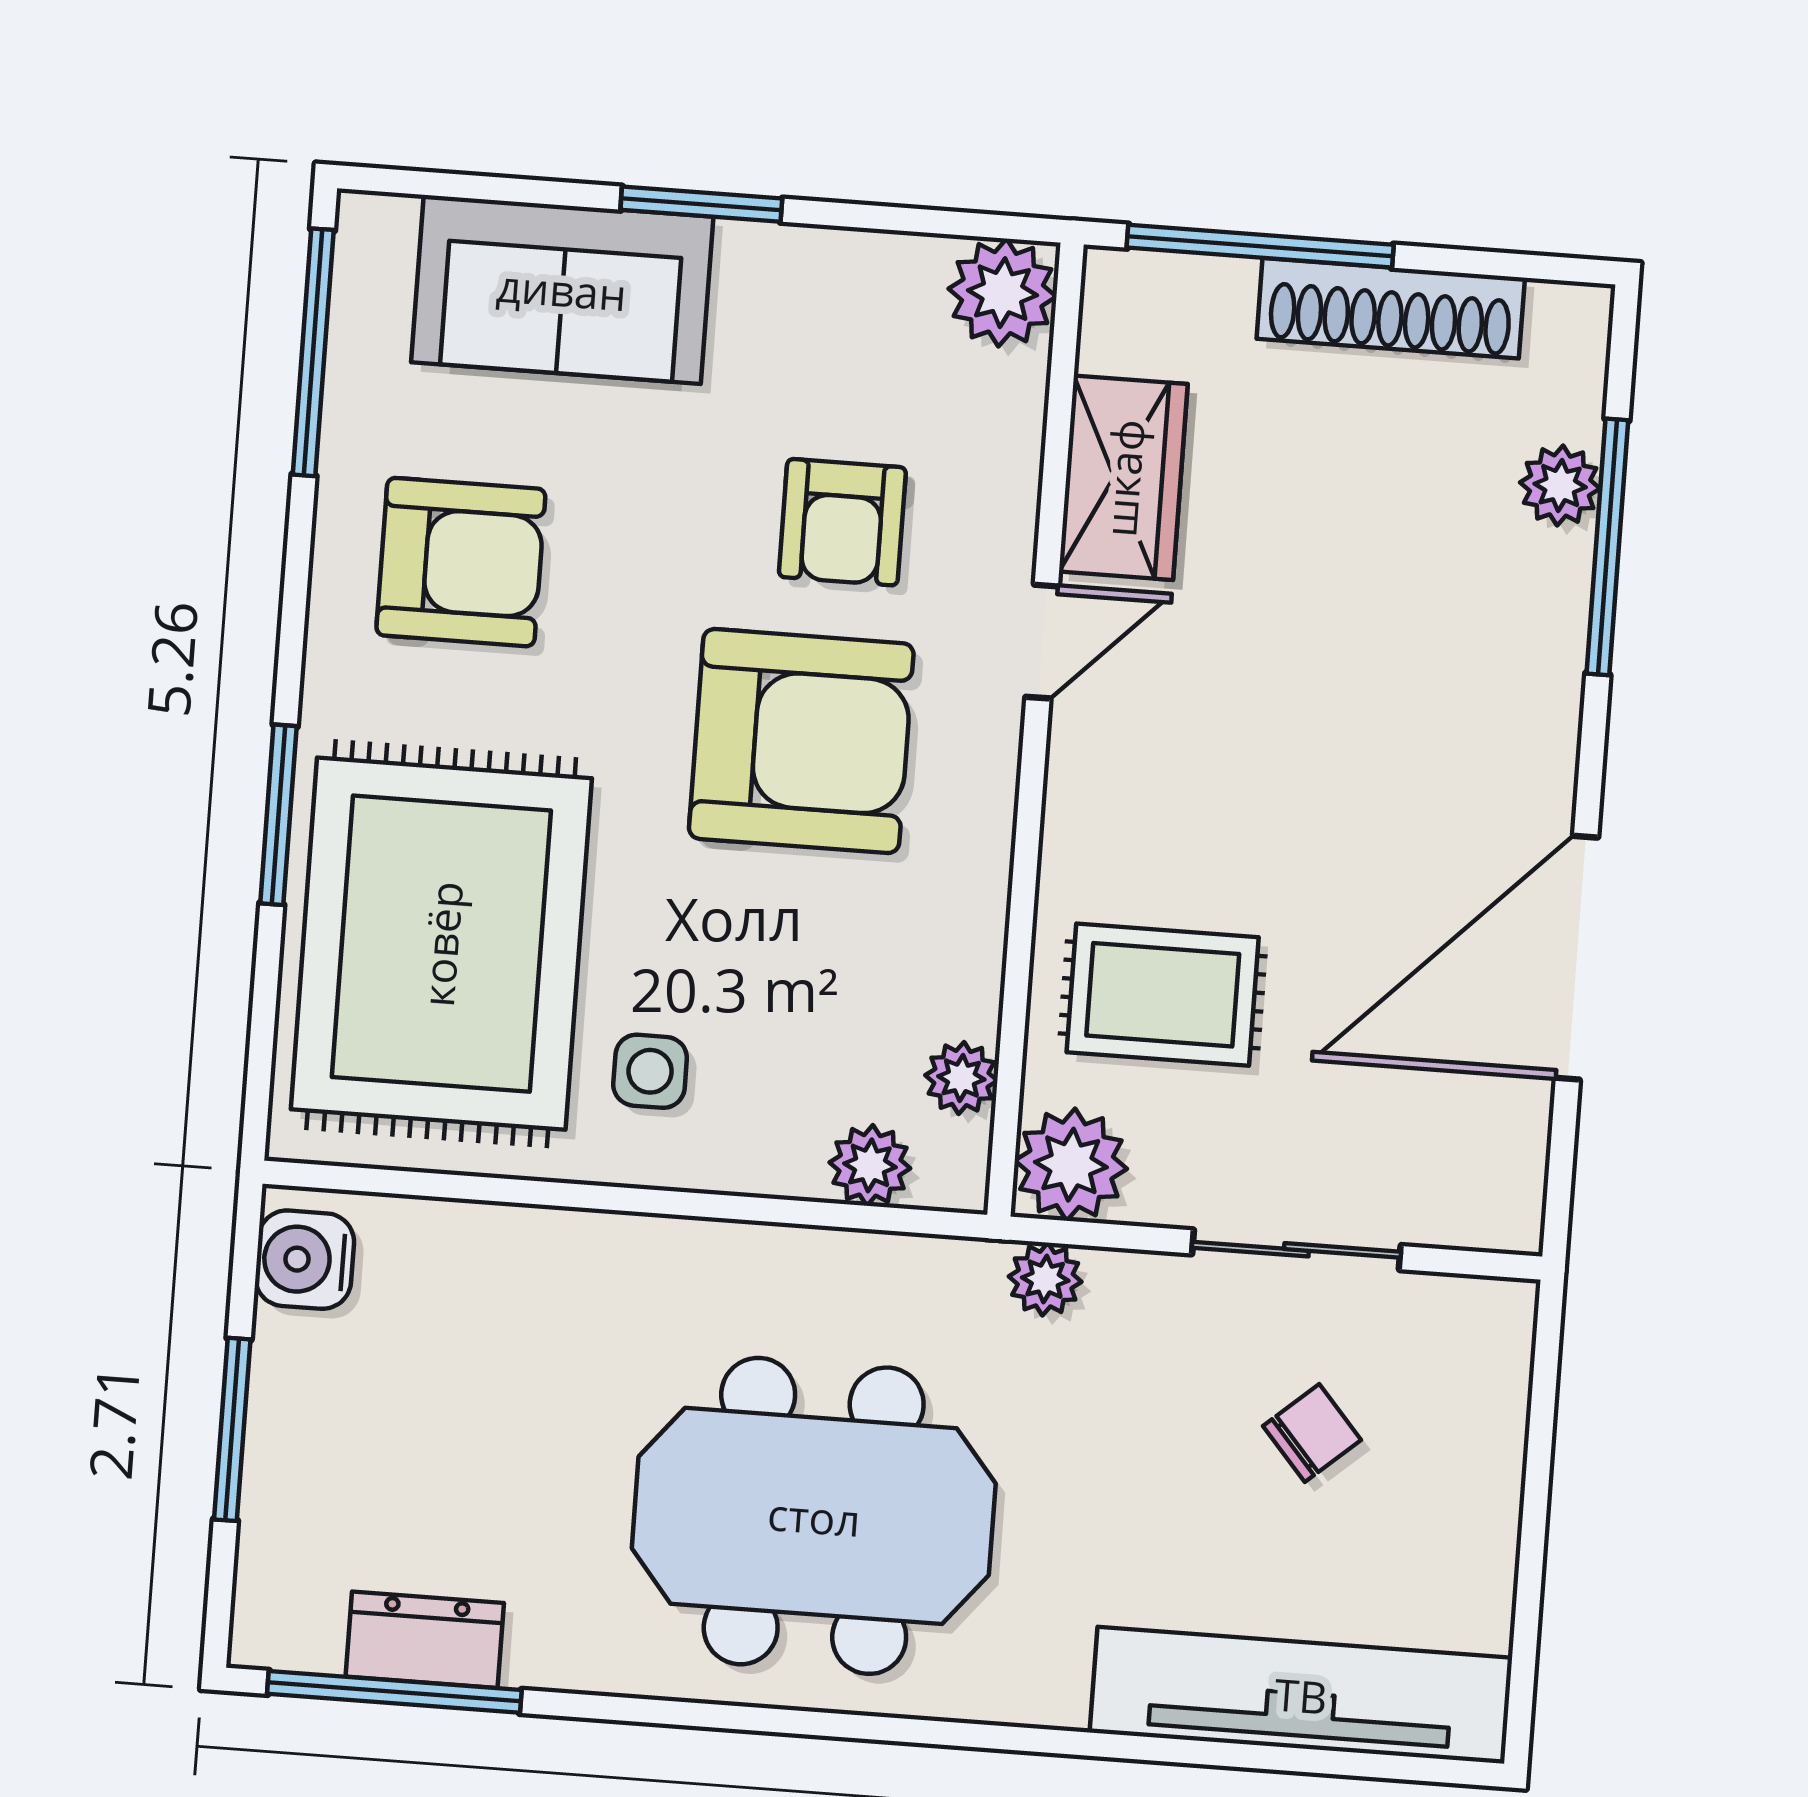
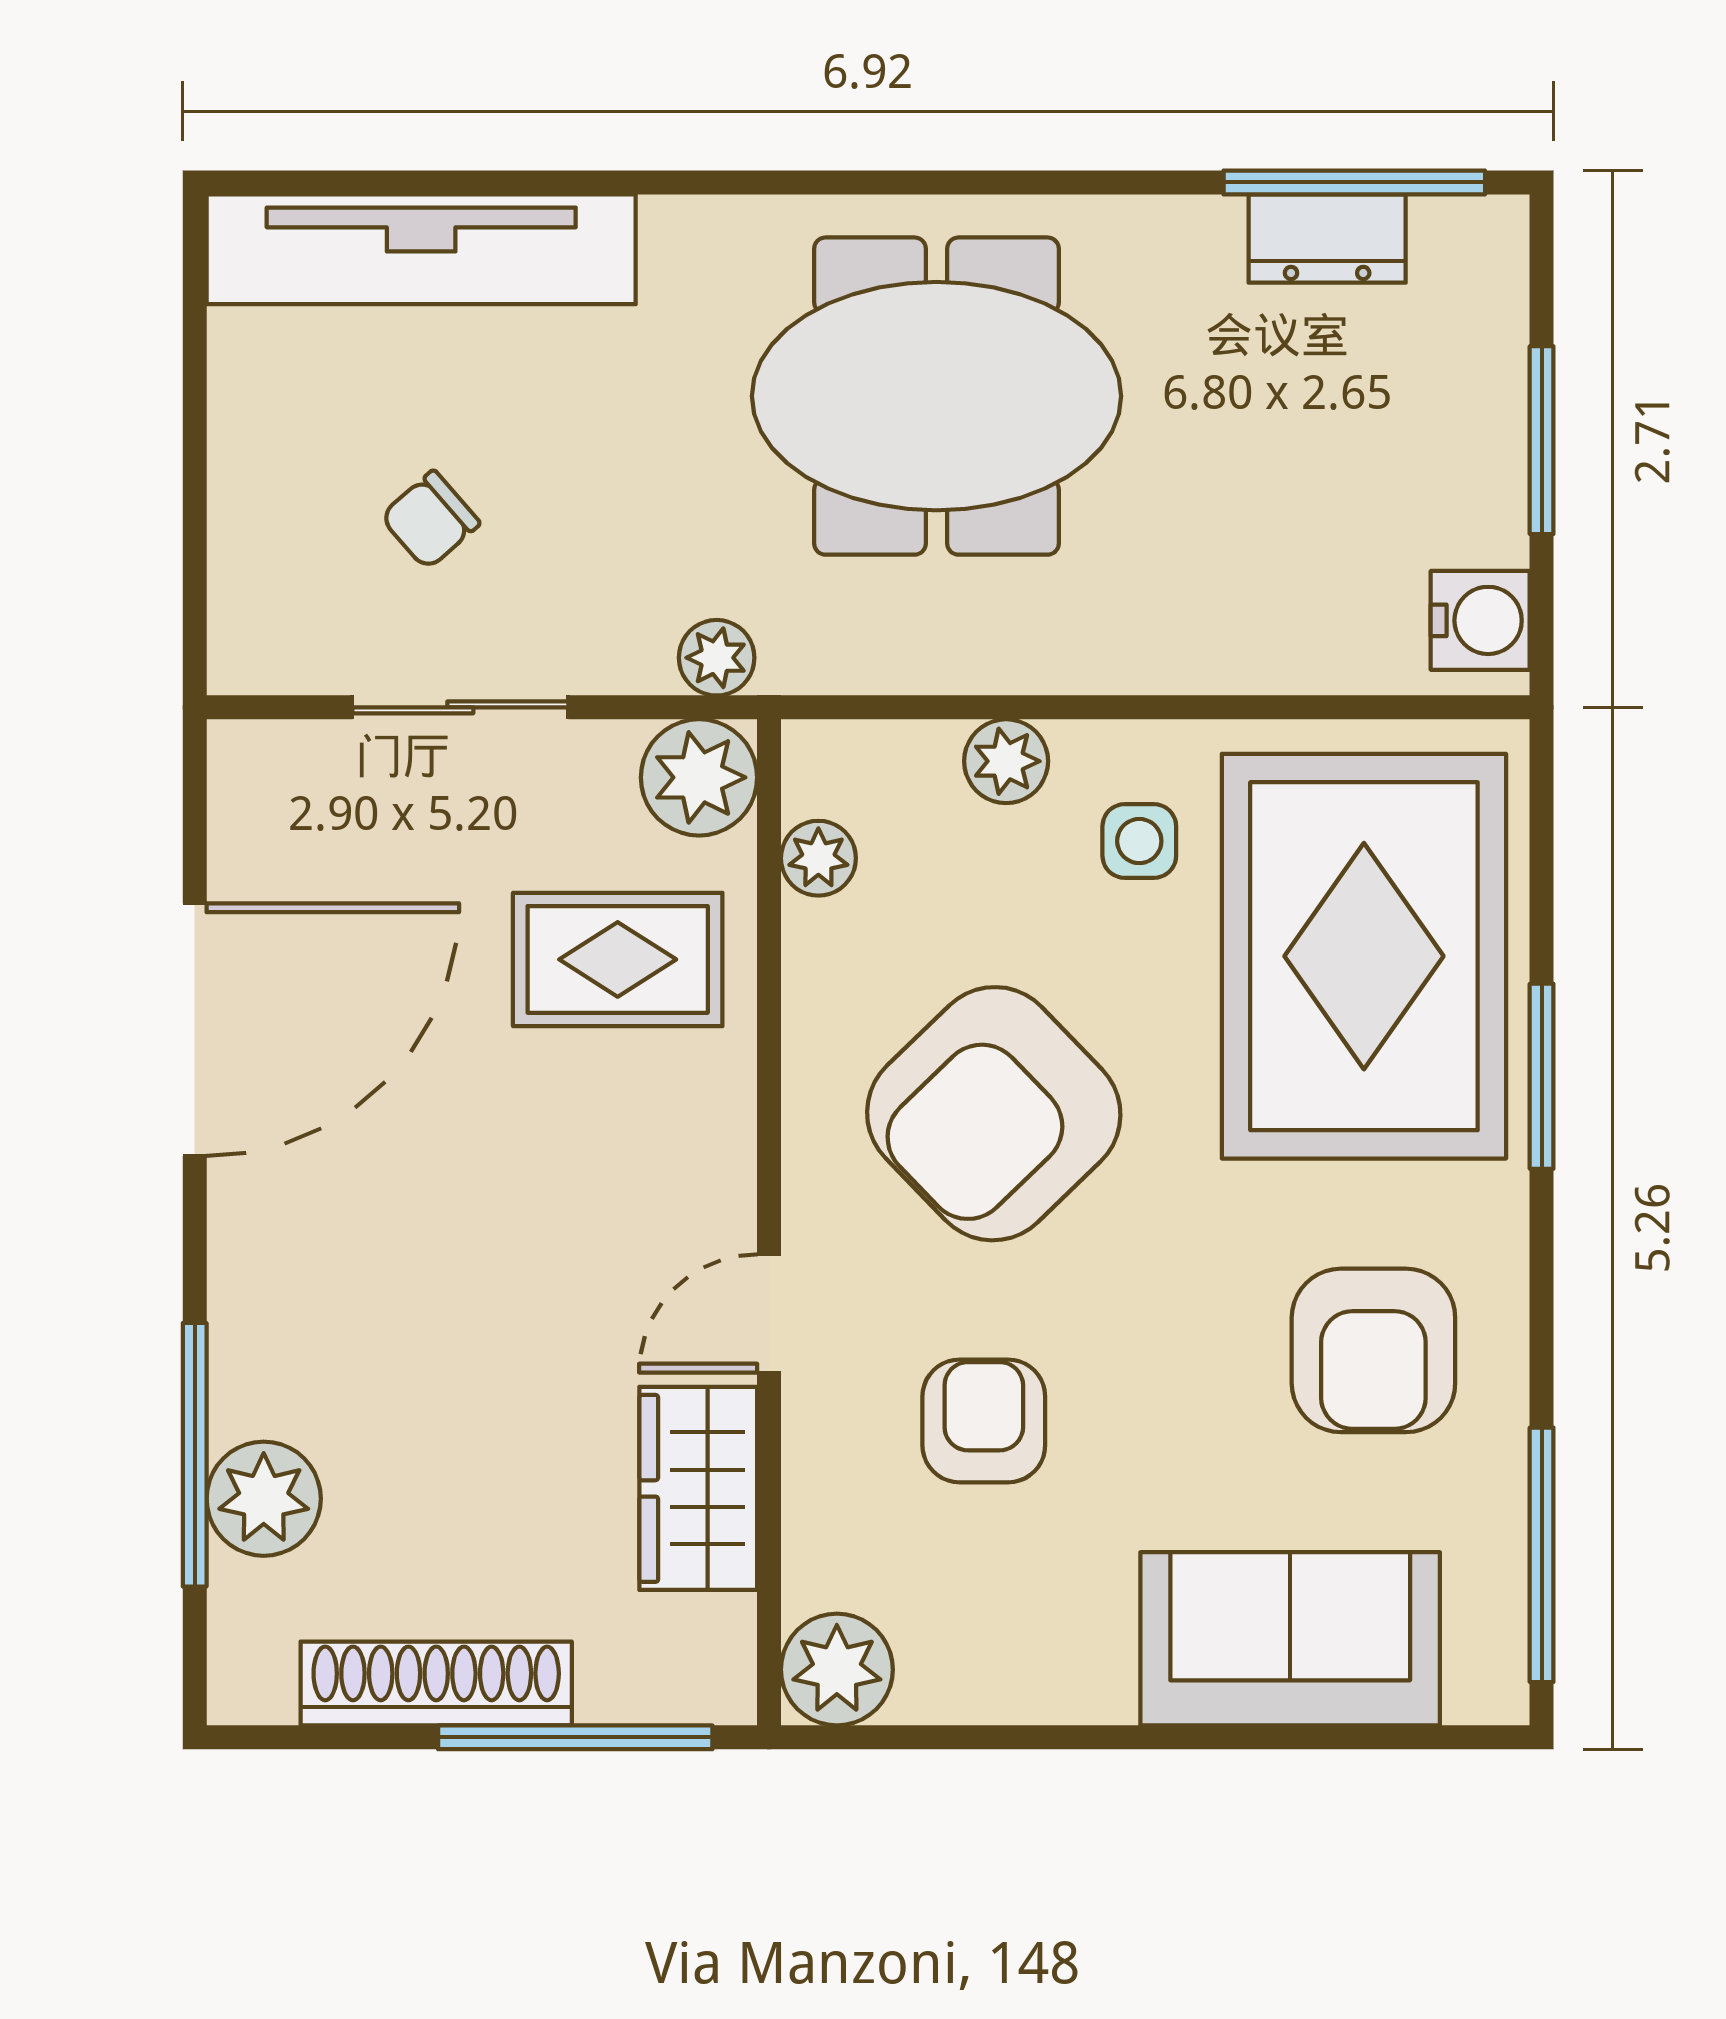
window: (701, 204) -> (1154, 1737), removed
plant: (1560, 486) -> (264, 1499), width x1.38, depth x1.38
armchair: (461, 562) -> (1373, 1350), turned -90
armchair: (801, 741) -> (994, 1114), moved, turned -44
plant: (870, 1165) -> (1006, 761), moved

